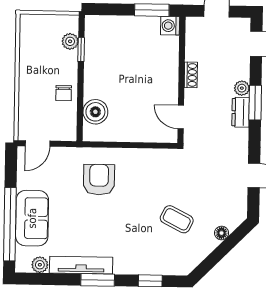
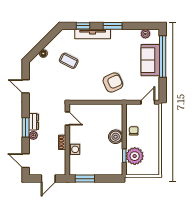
washing machine: (170, 26) -> (74, 149), moved
plant: (70, 41) -> (135, 156), width x1.87, depth x1.87
boiler: (95, 112) -> (116, 137), moved
armchair: (99, 180) -> (113, 82), turned -114
tv unit: (81, 265) -> (93, 34), moved

